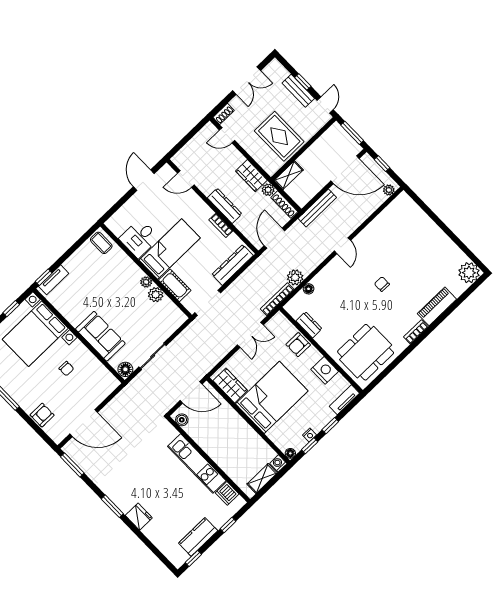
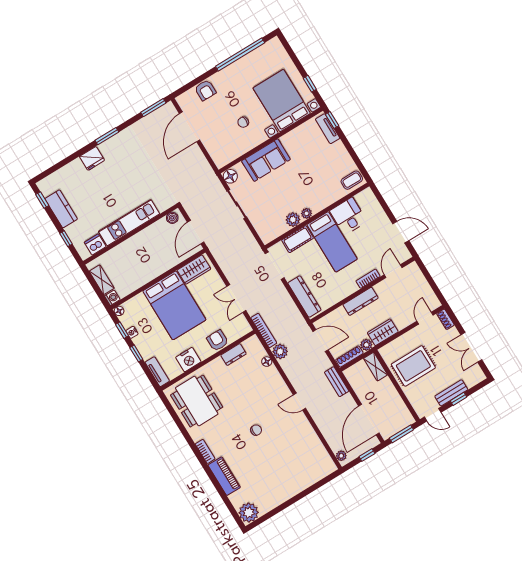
bench: (317, 208) -> (337, 382), width x0.73
bookcase: (221, 225) -> (368, 279), moved

